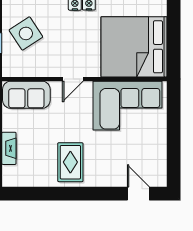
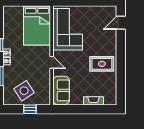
bed: (134, 47) -> (37, 25), width x0.73

